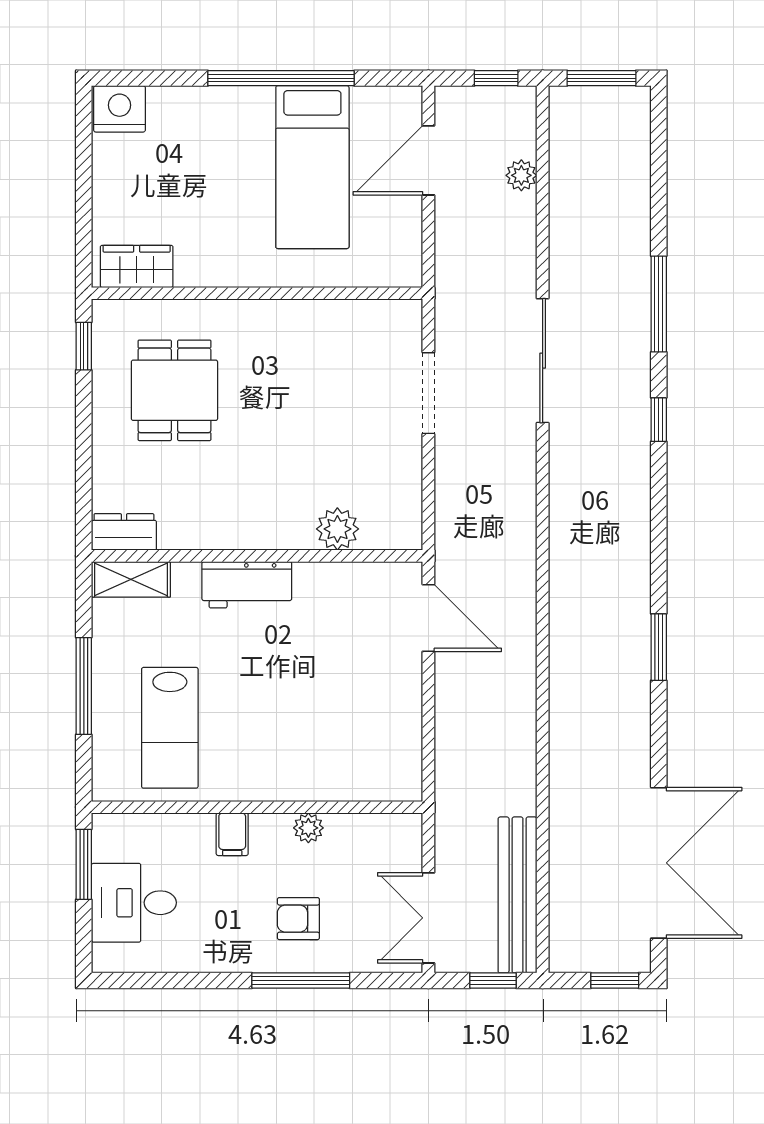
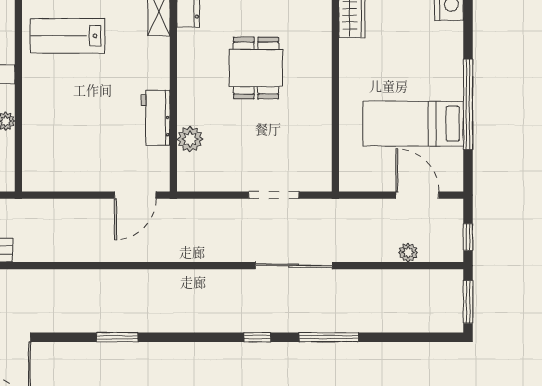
dining table: (174, 390) -> (256, 68), moved, turned 90
workbench: (247, 585) -> (156, 118), moved

